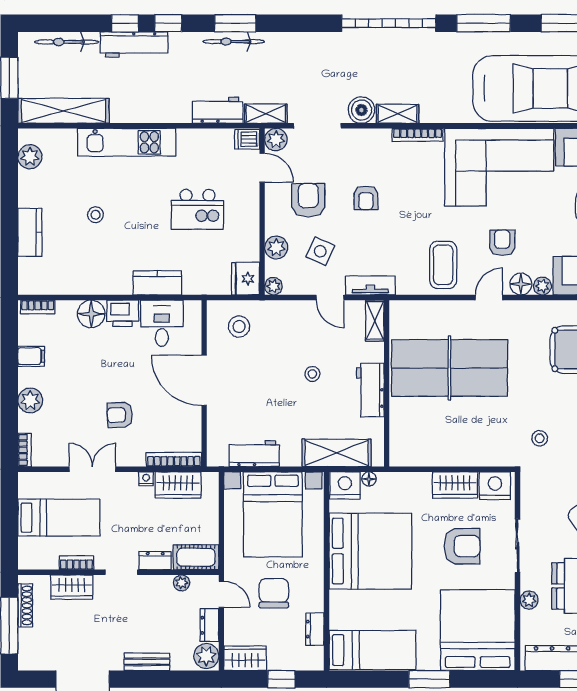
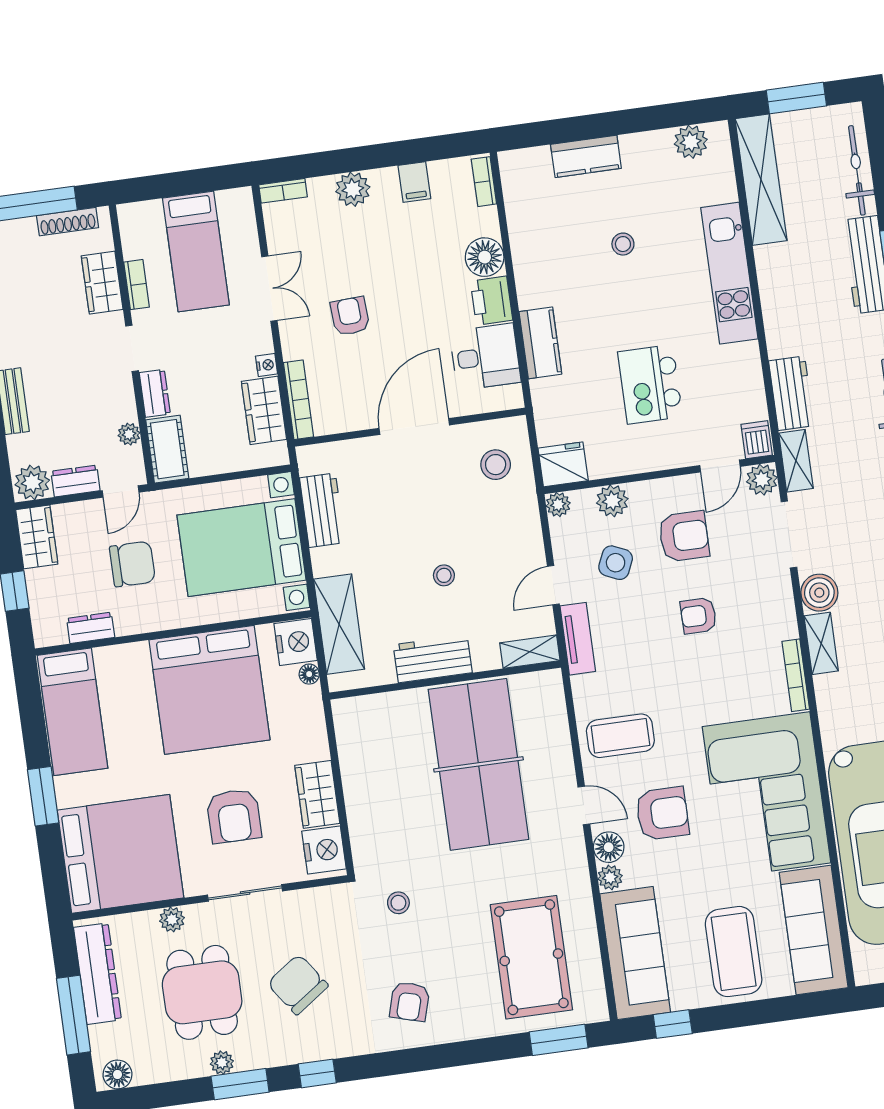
armchair: (502, 243) -> (662, 813), width x1.38, depth x1.38

